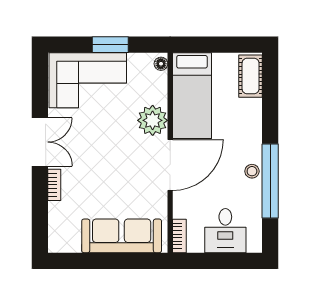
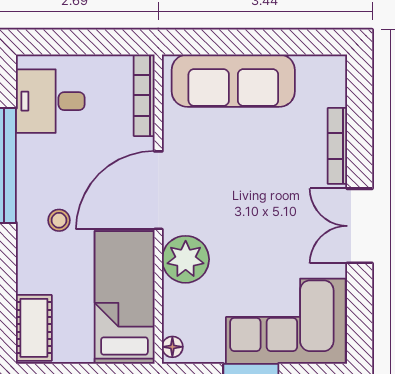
stool: (252, 171) -> (59, 220), moved
bookcase: (54, 185) -> (337, 146), width x1.56
desk: (225, 231) -> (50, 101), moved, turned -90
bookcase: (179, 236) -> (144, 95), width x1.56

